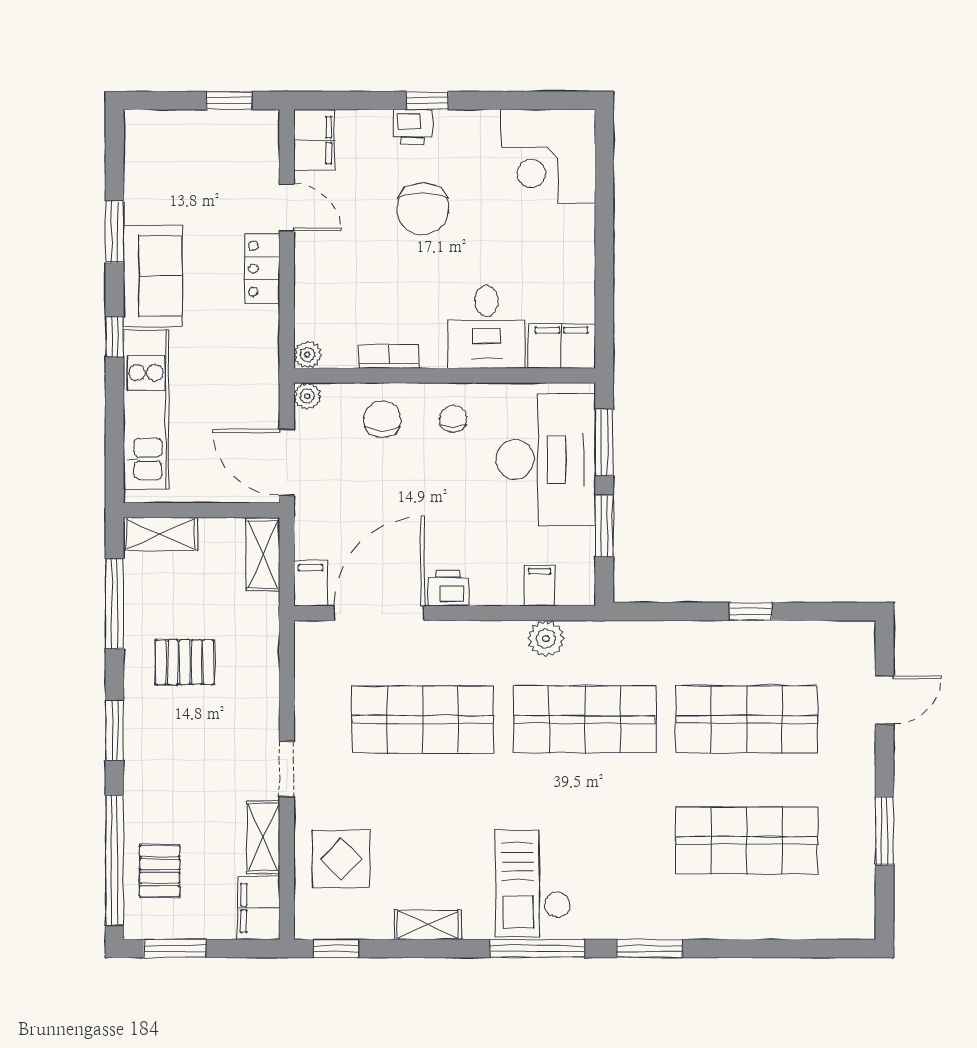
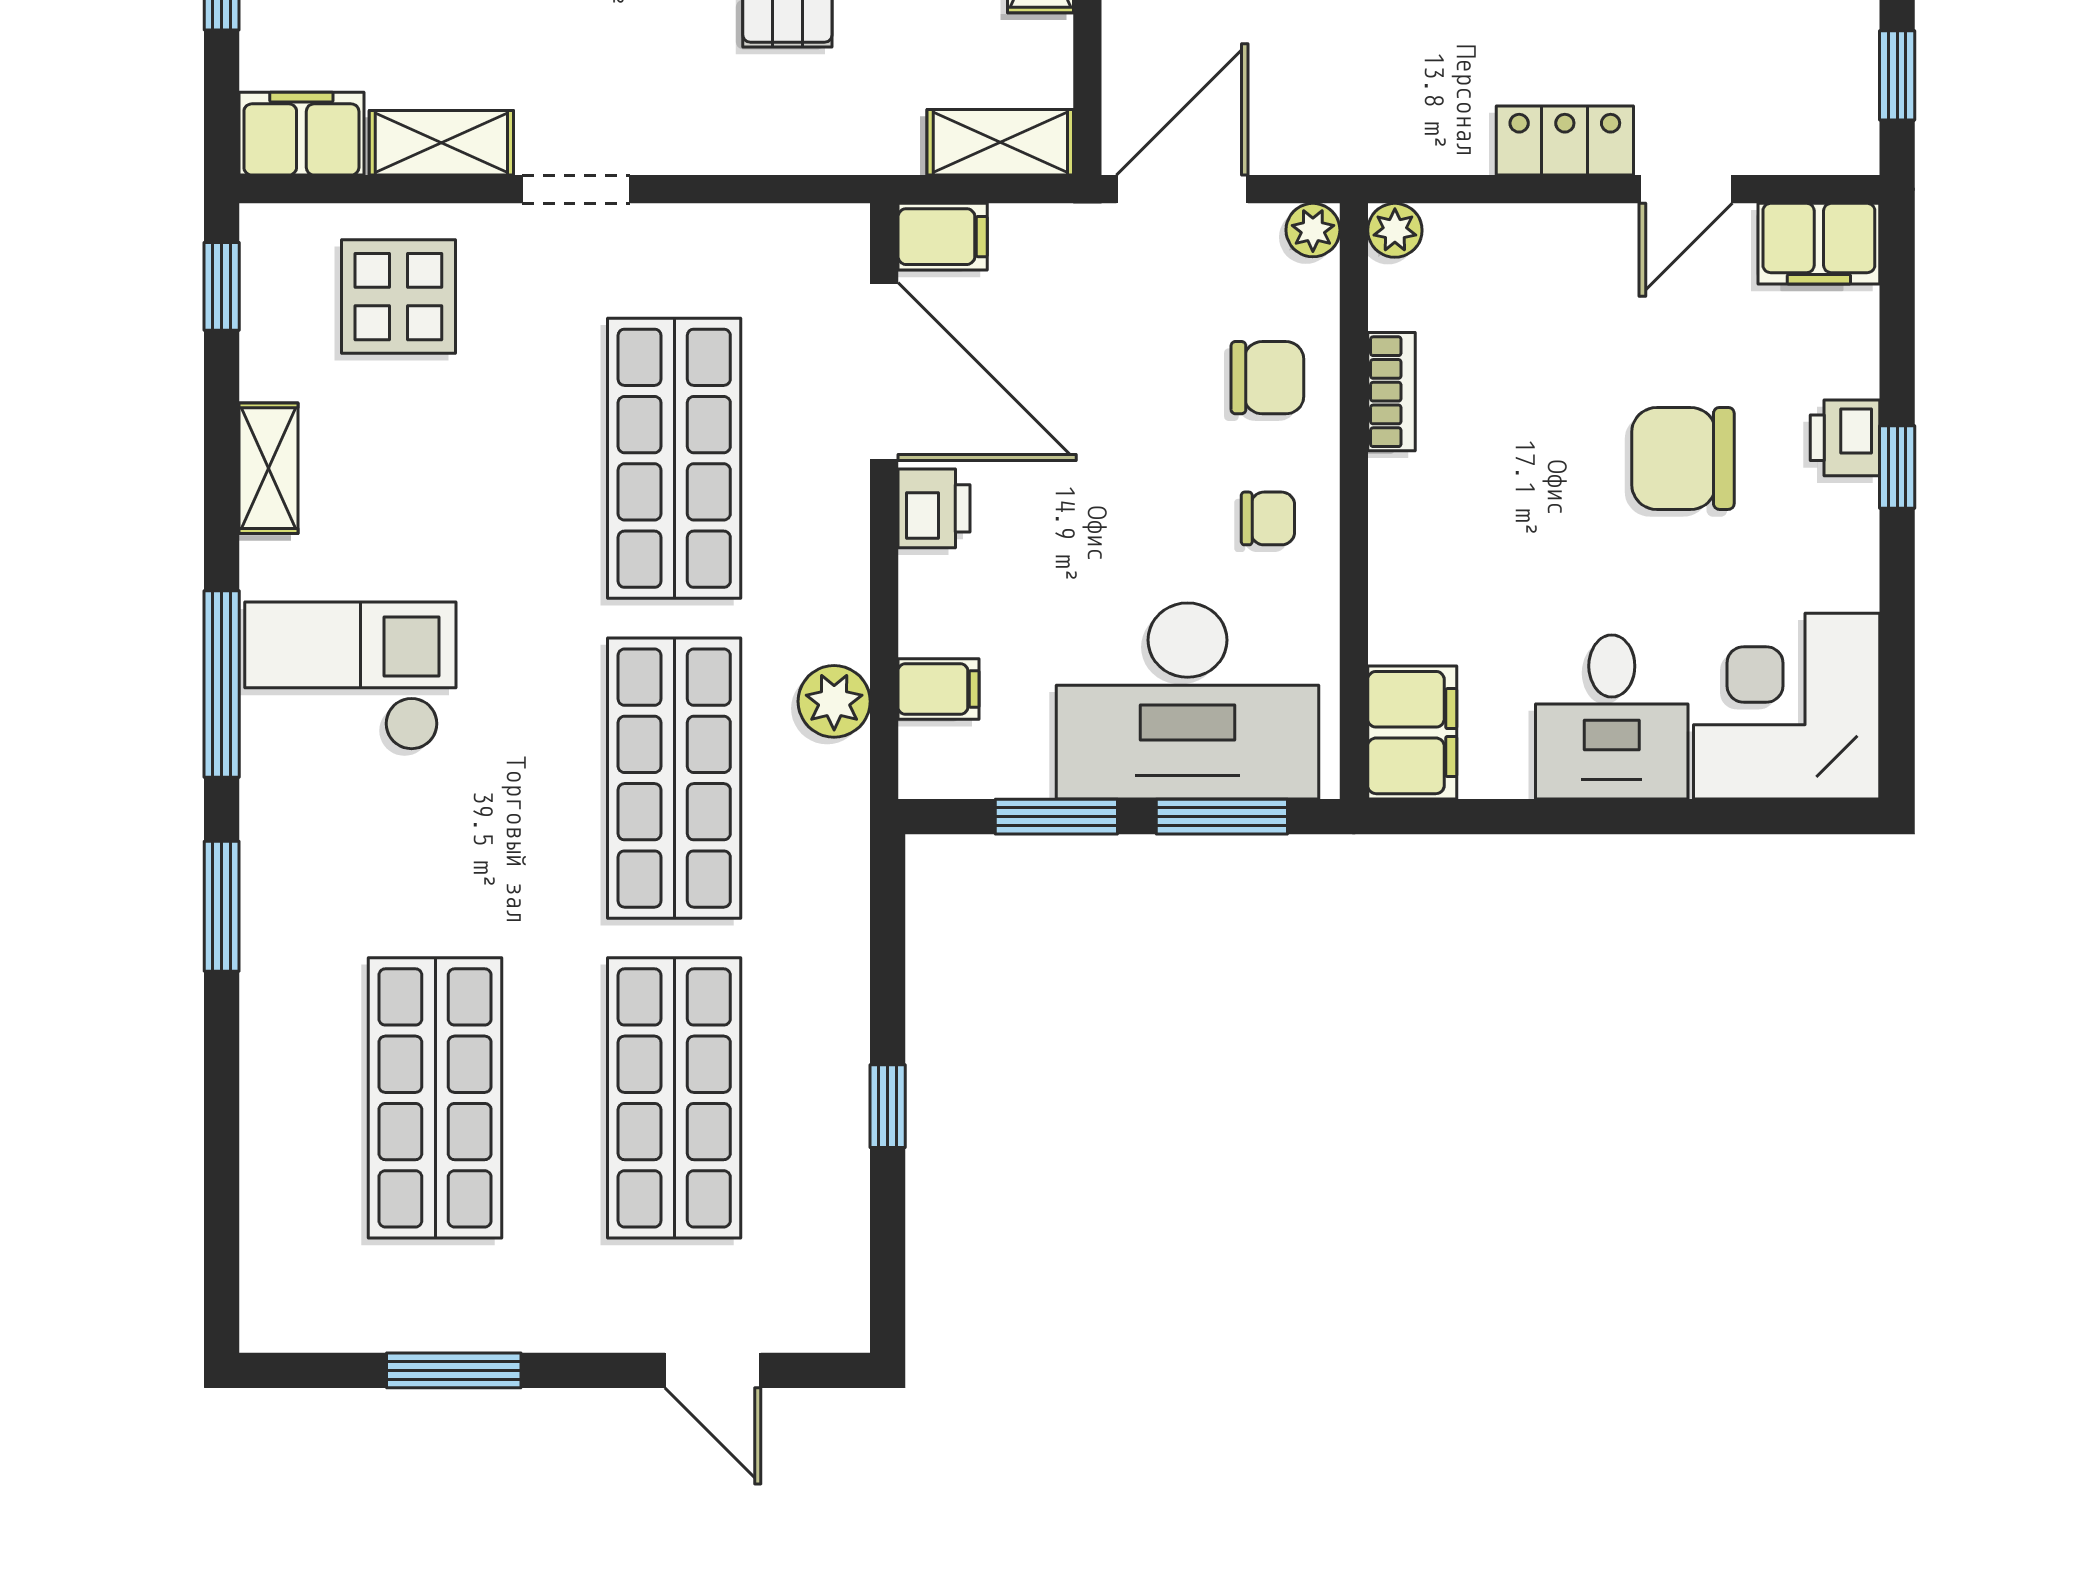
desk: (487, 327) -> (1612, 717), moved, turned -90

